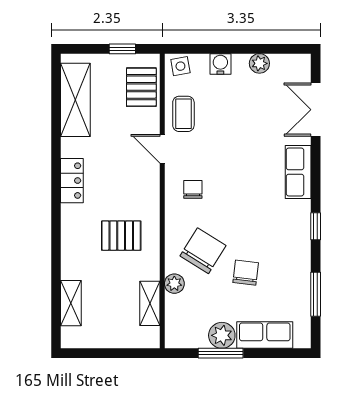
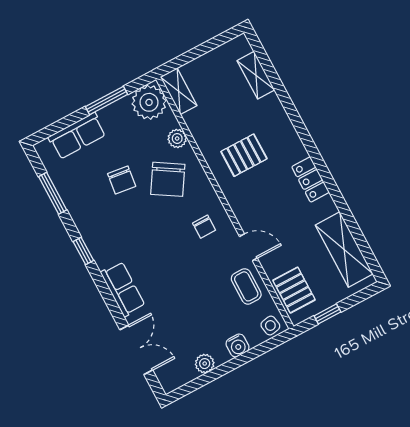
shelving: (150, 303) -> (179, 91), moved
plant: (222, 335) -> (149, 102), moved, width x1.36, depth x1.36

